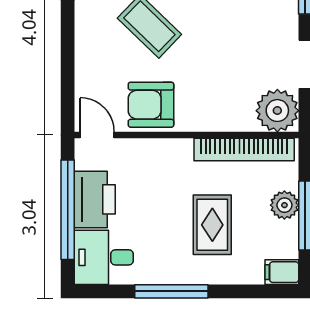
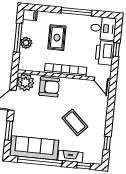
armchair: (151, 105) -> (49, 87), moved
bookcase: (244, 150) -> (66, 70), moved
window: (68, 210) -> (116, 50), width x0.32

